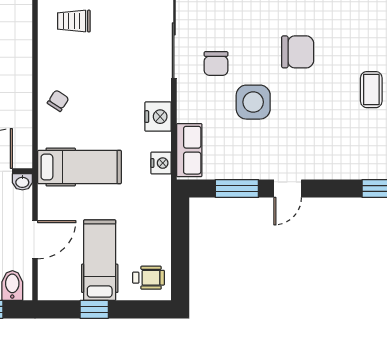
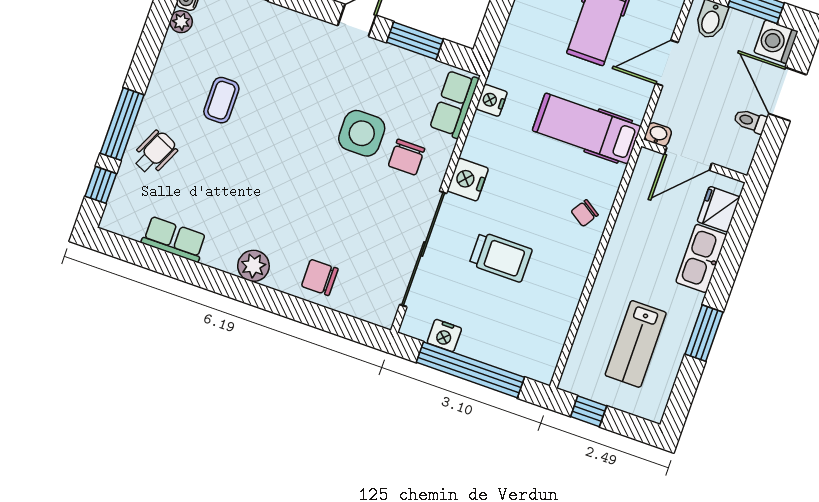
trolley: (74, 21) -> (501, 257), moved, width x1.36, depth x1.39
chair: (298, 52) -> (291, 173), removed
chair: (216, 64) -> (406, 157), moved, turned 180
nightstand: (158, 117) -> (468, 180), moved

